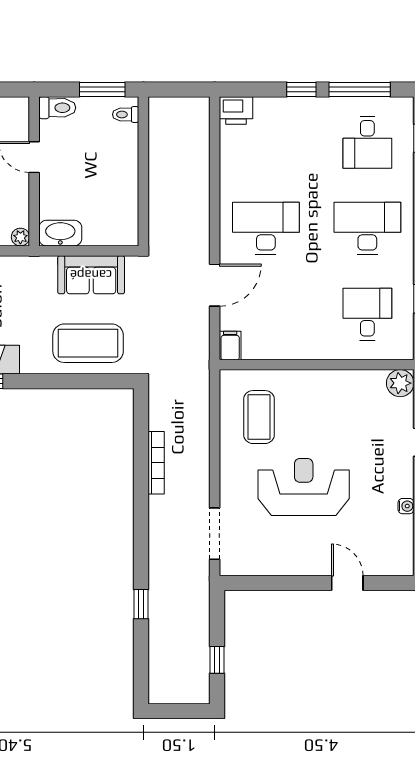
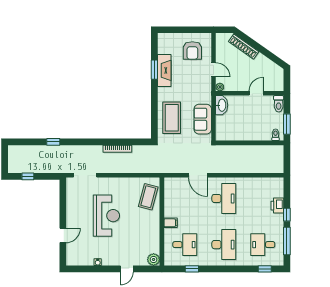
printer: (236, 110) -> (277, 206), moved
filing cabinet: (230, 346) -> (171, 223), moved
coffee table: (259, 417) -> (148, 197), moved, turned -75

